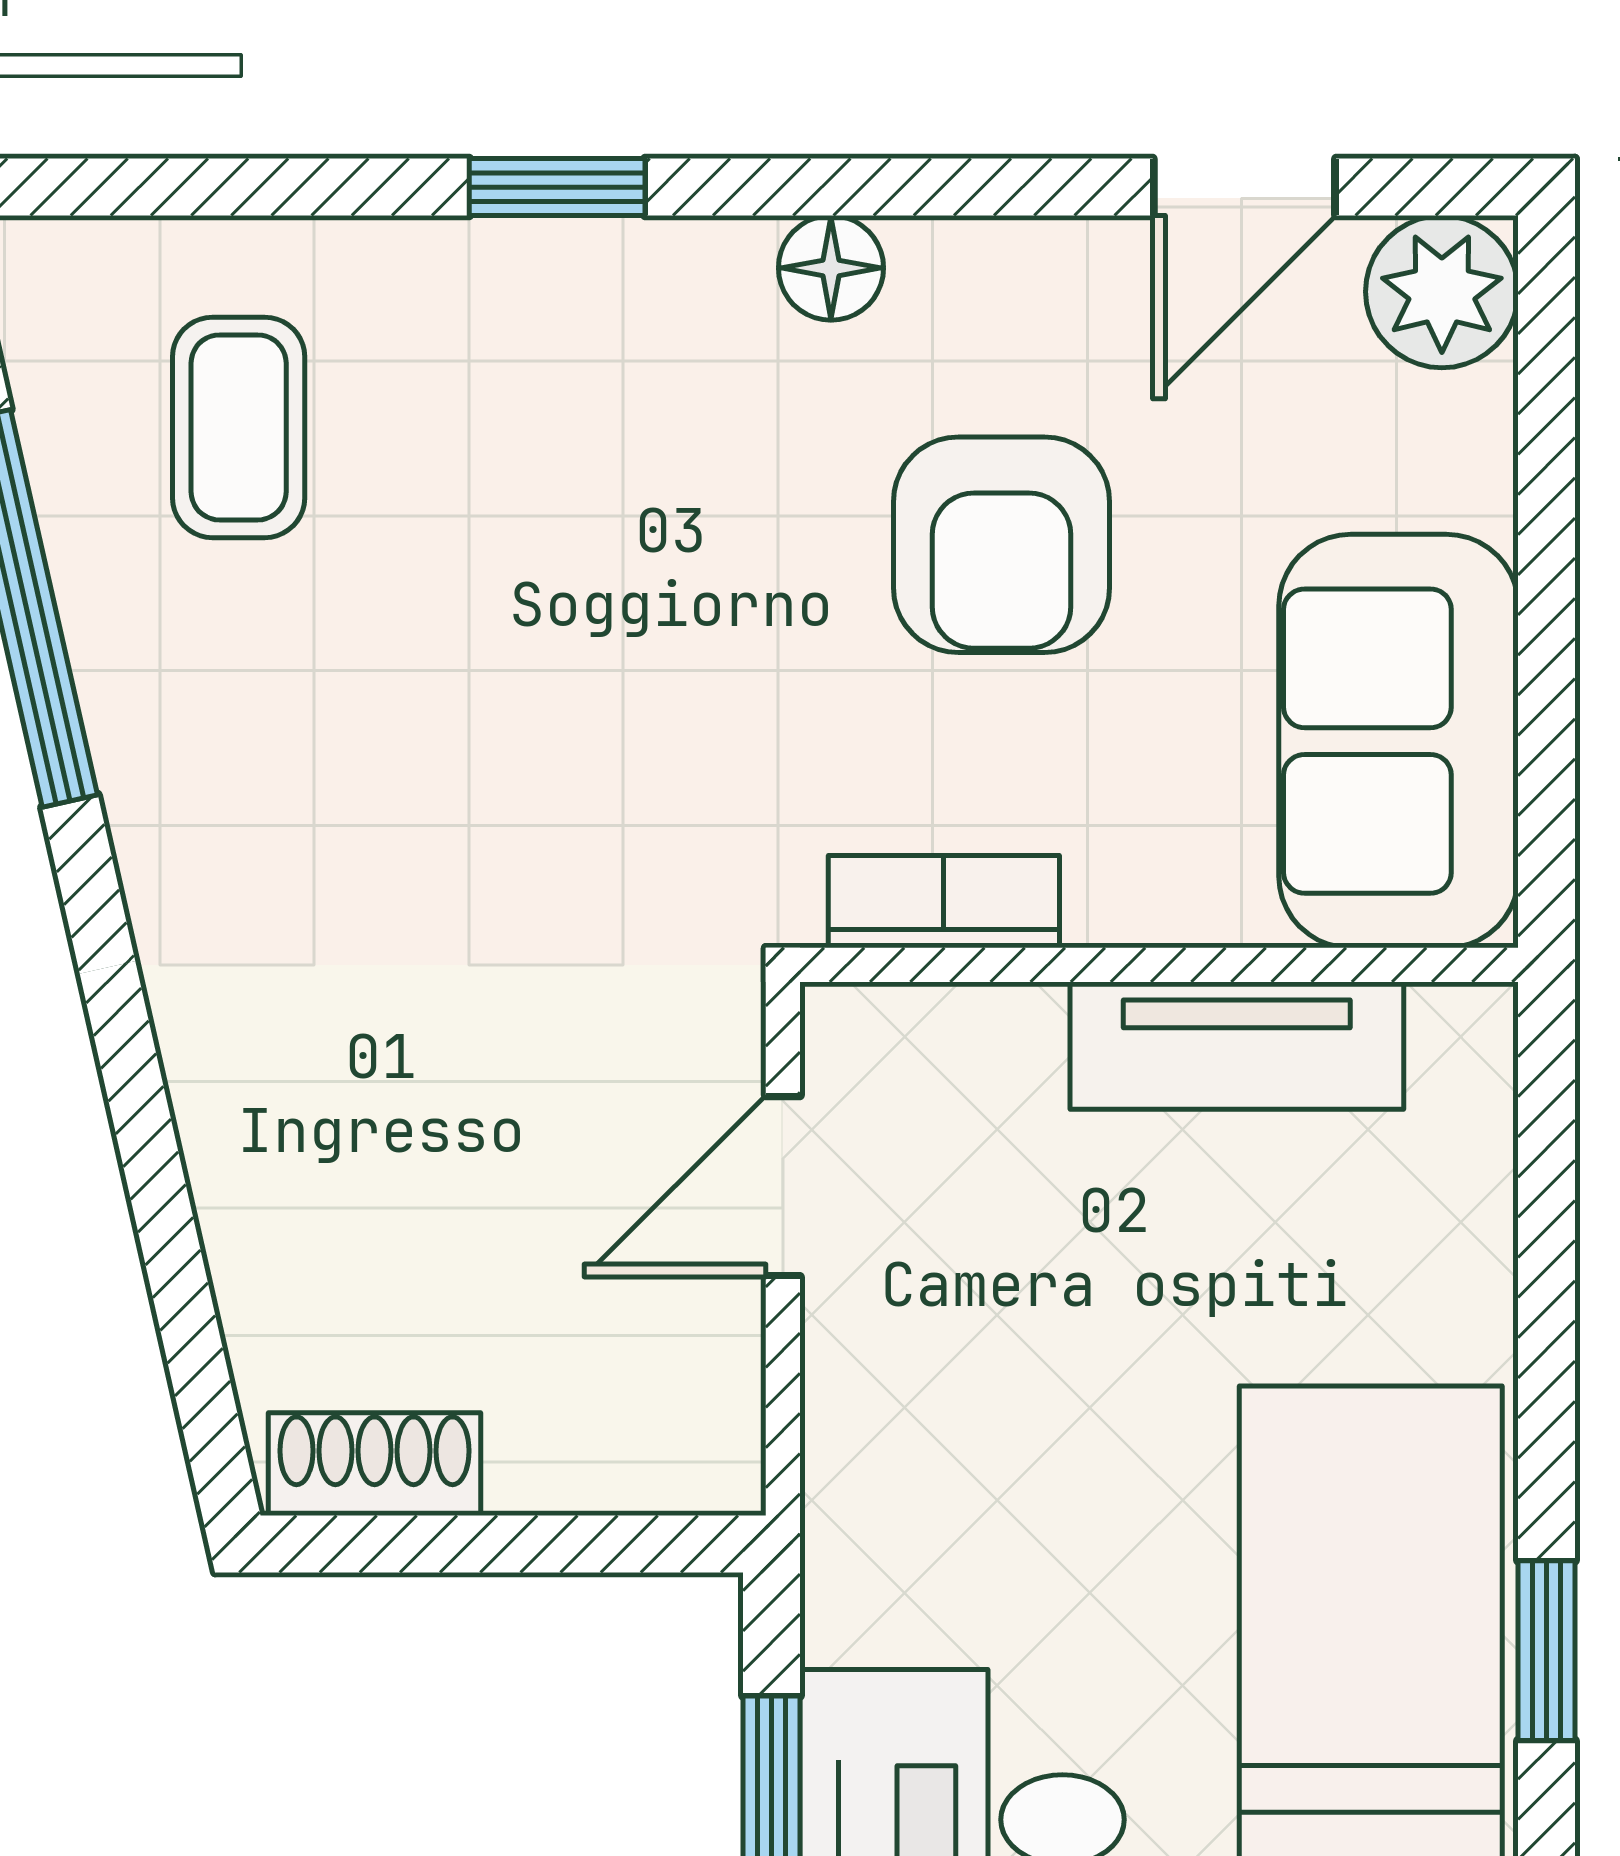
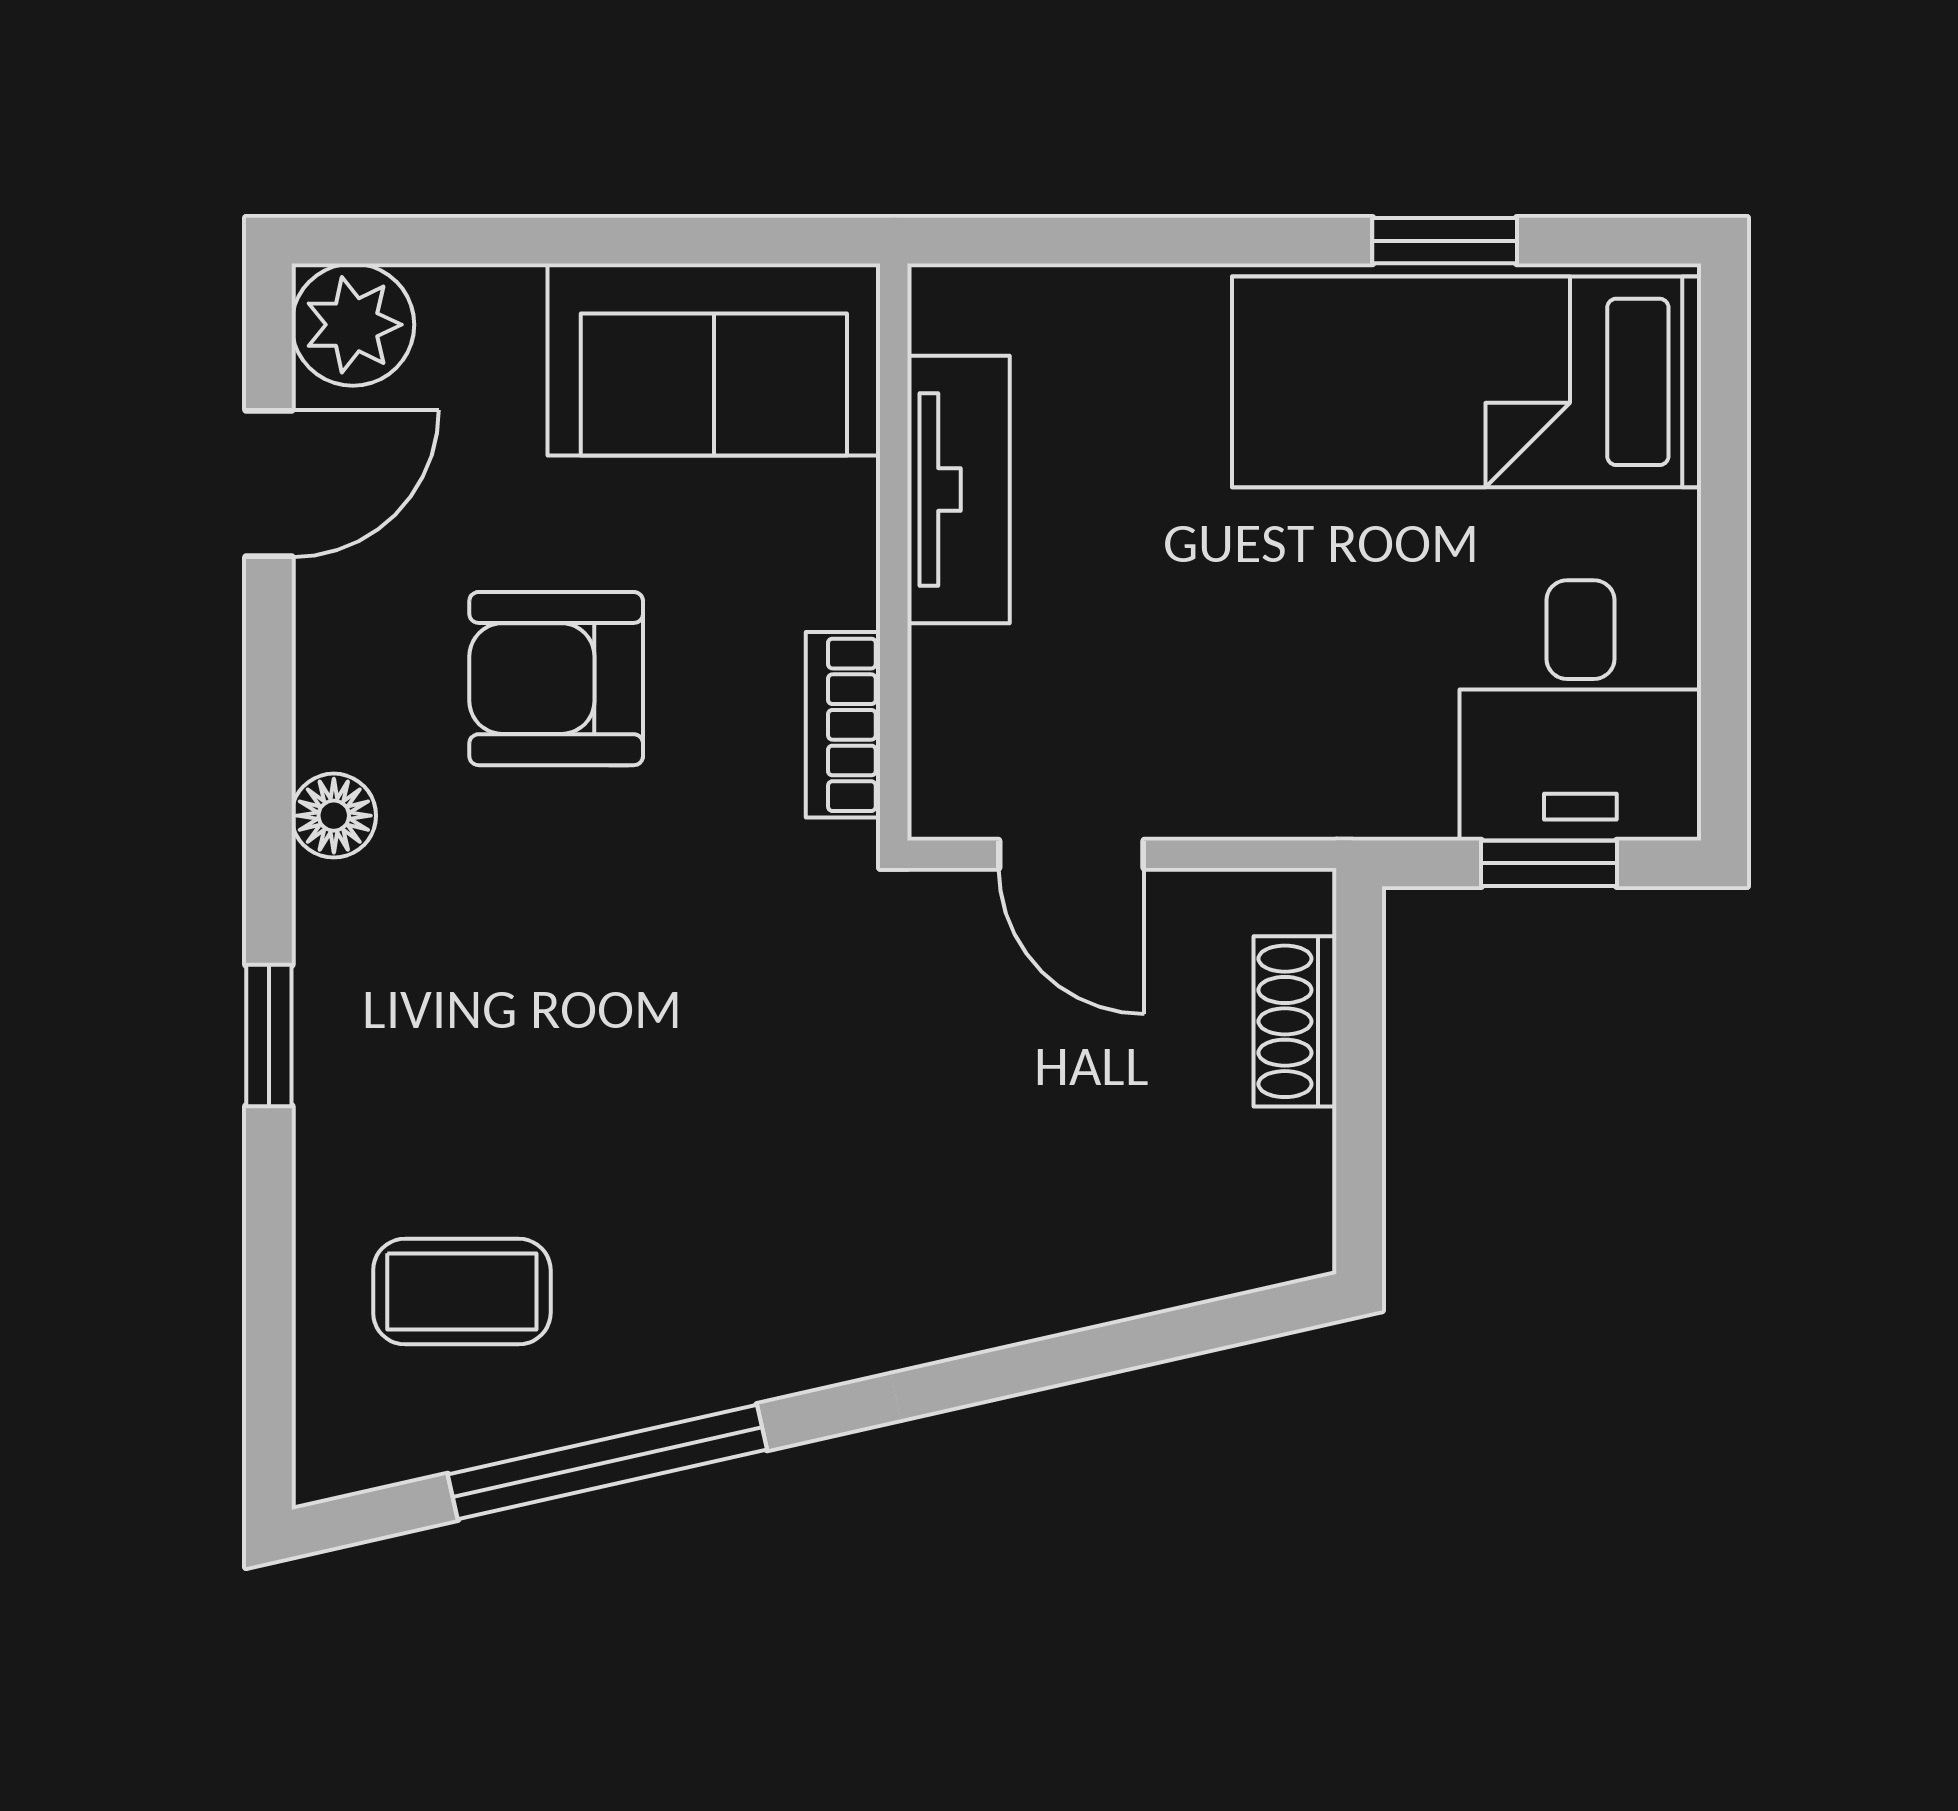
door: (1244, 187) -> (269, 483), hinge flipped
armchair: (1001, 545) -> (556, 679), turned 180
shoe rack: (375, 1464) -> (1295, 1021), moved

